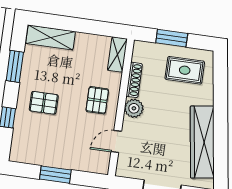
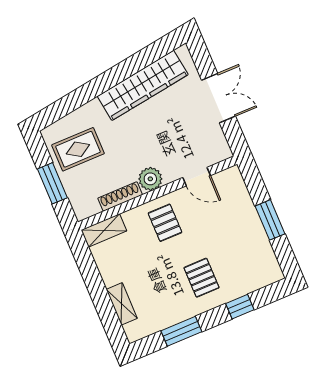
shelving: (51, 38) -> (122, 304), width x0.67, depth x0.75
rug: (185, 70) -> (78, 149), turned 90
pallet: (97, 100) -> (165, 223), turned 90

